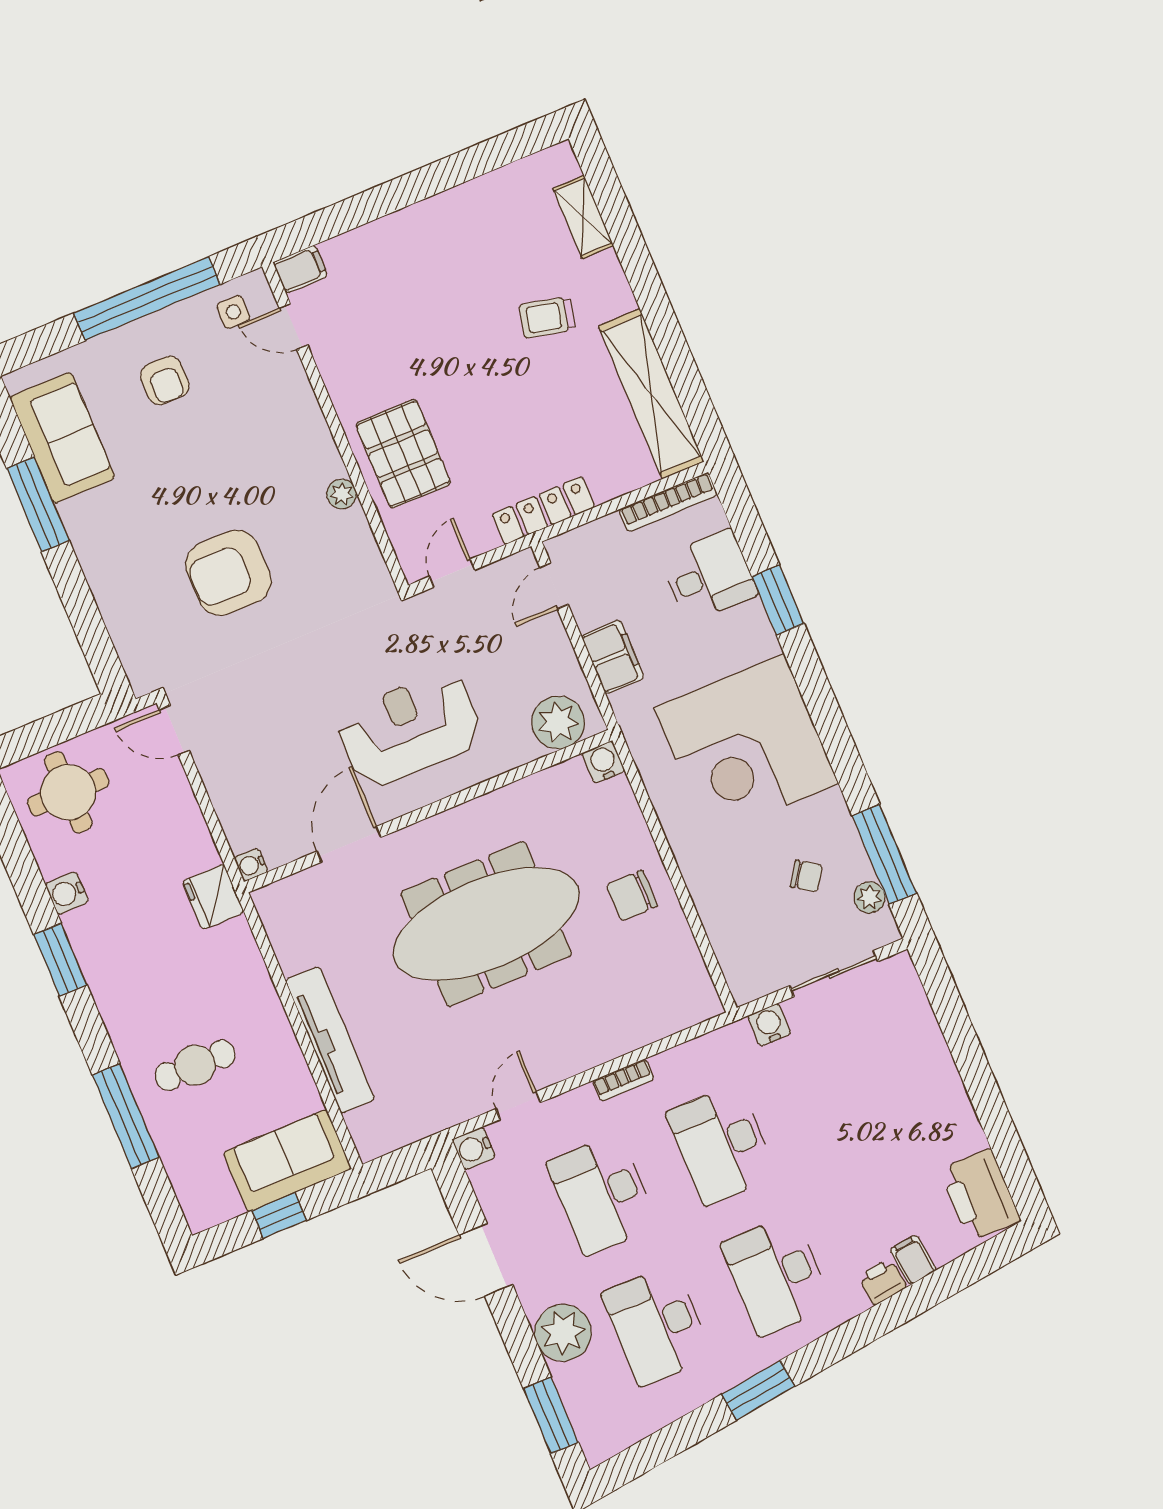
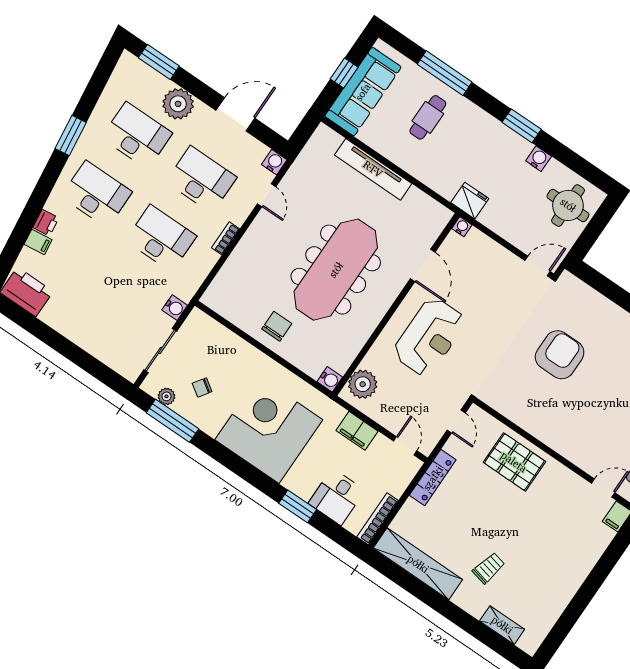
plant: (342, 494) -> (531, 425), removed
sofa: (287, 1161) -> (363, 92), width x1.36

